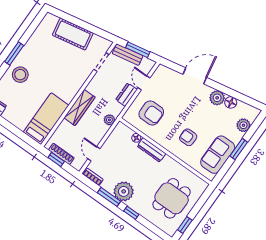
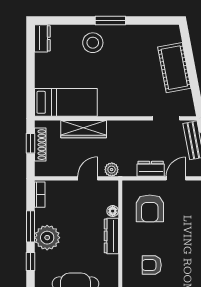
wardrobe: (79, 107) -> (84, 129), moved
armchair: (188, 137) -> (152, 265), turned -90
door: (94, 154) -> (88, 178), moved

